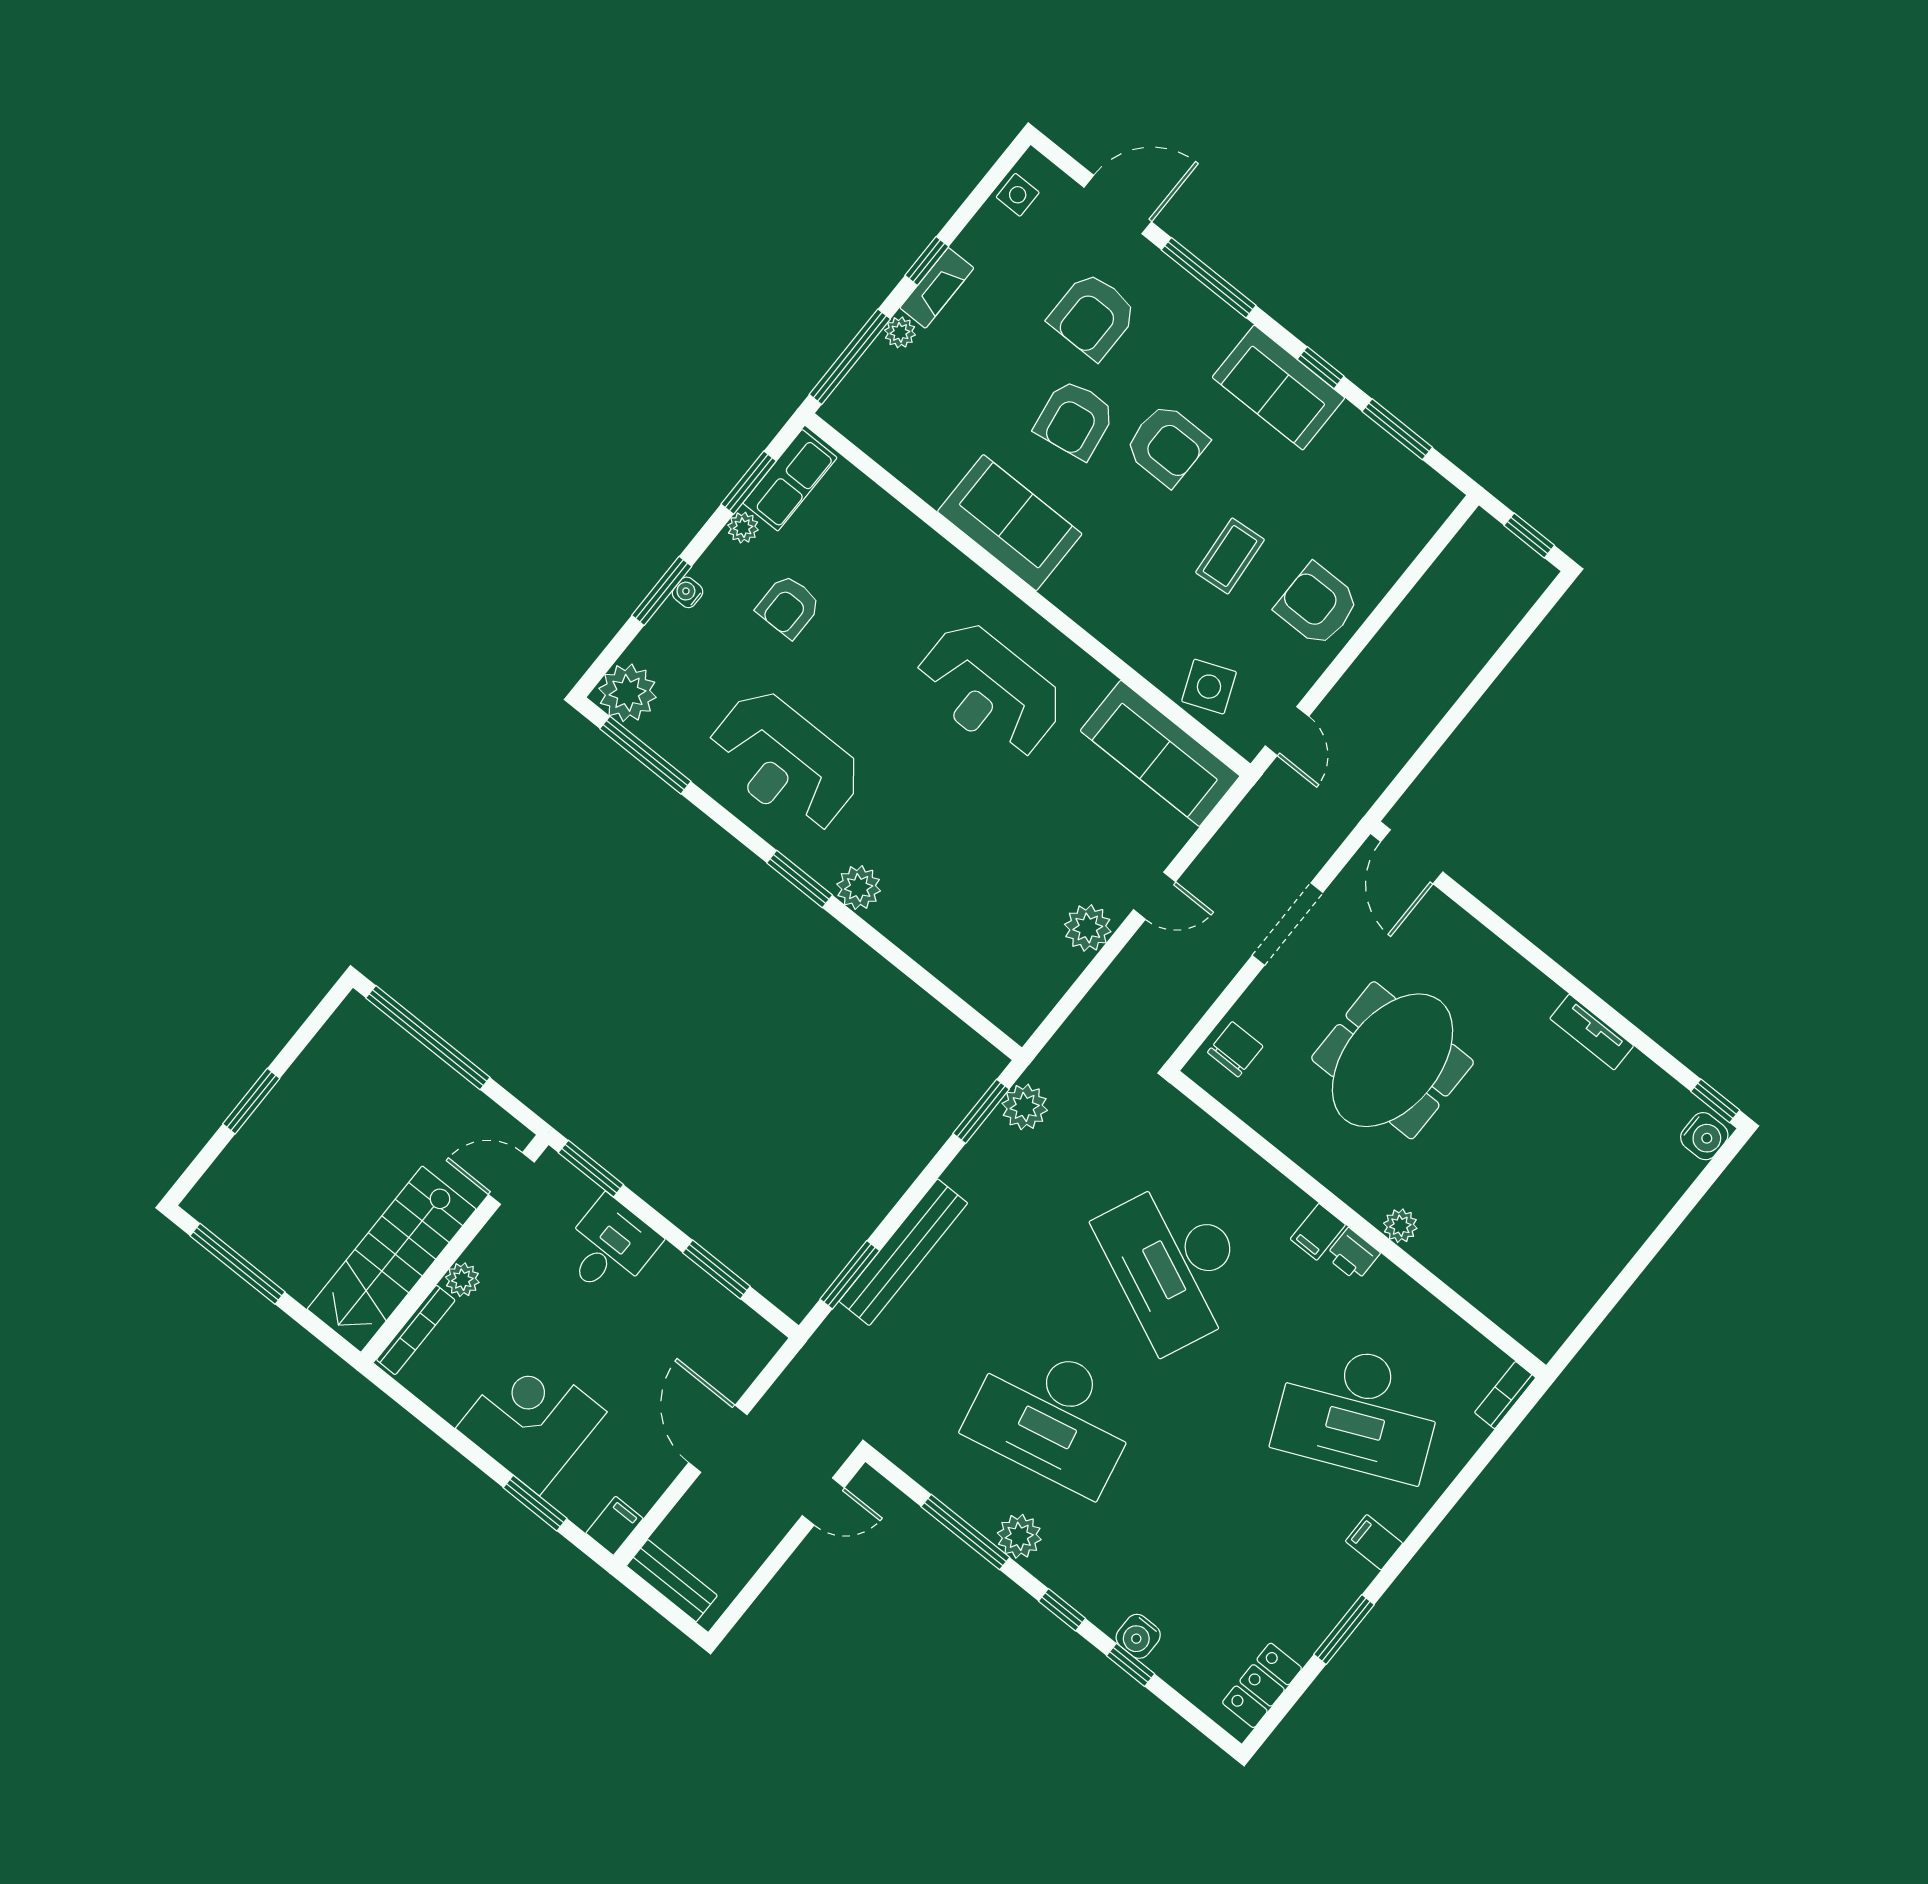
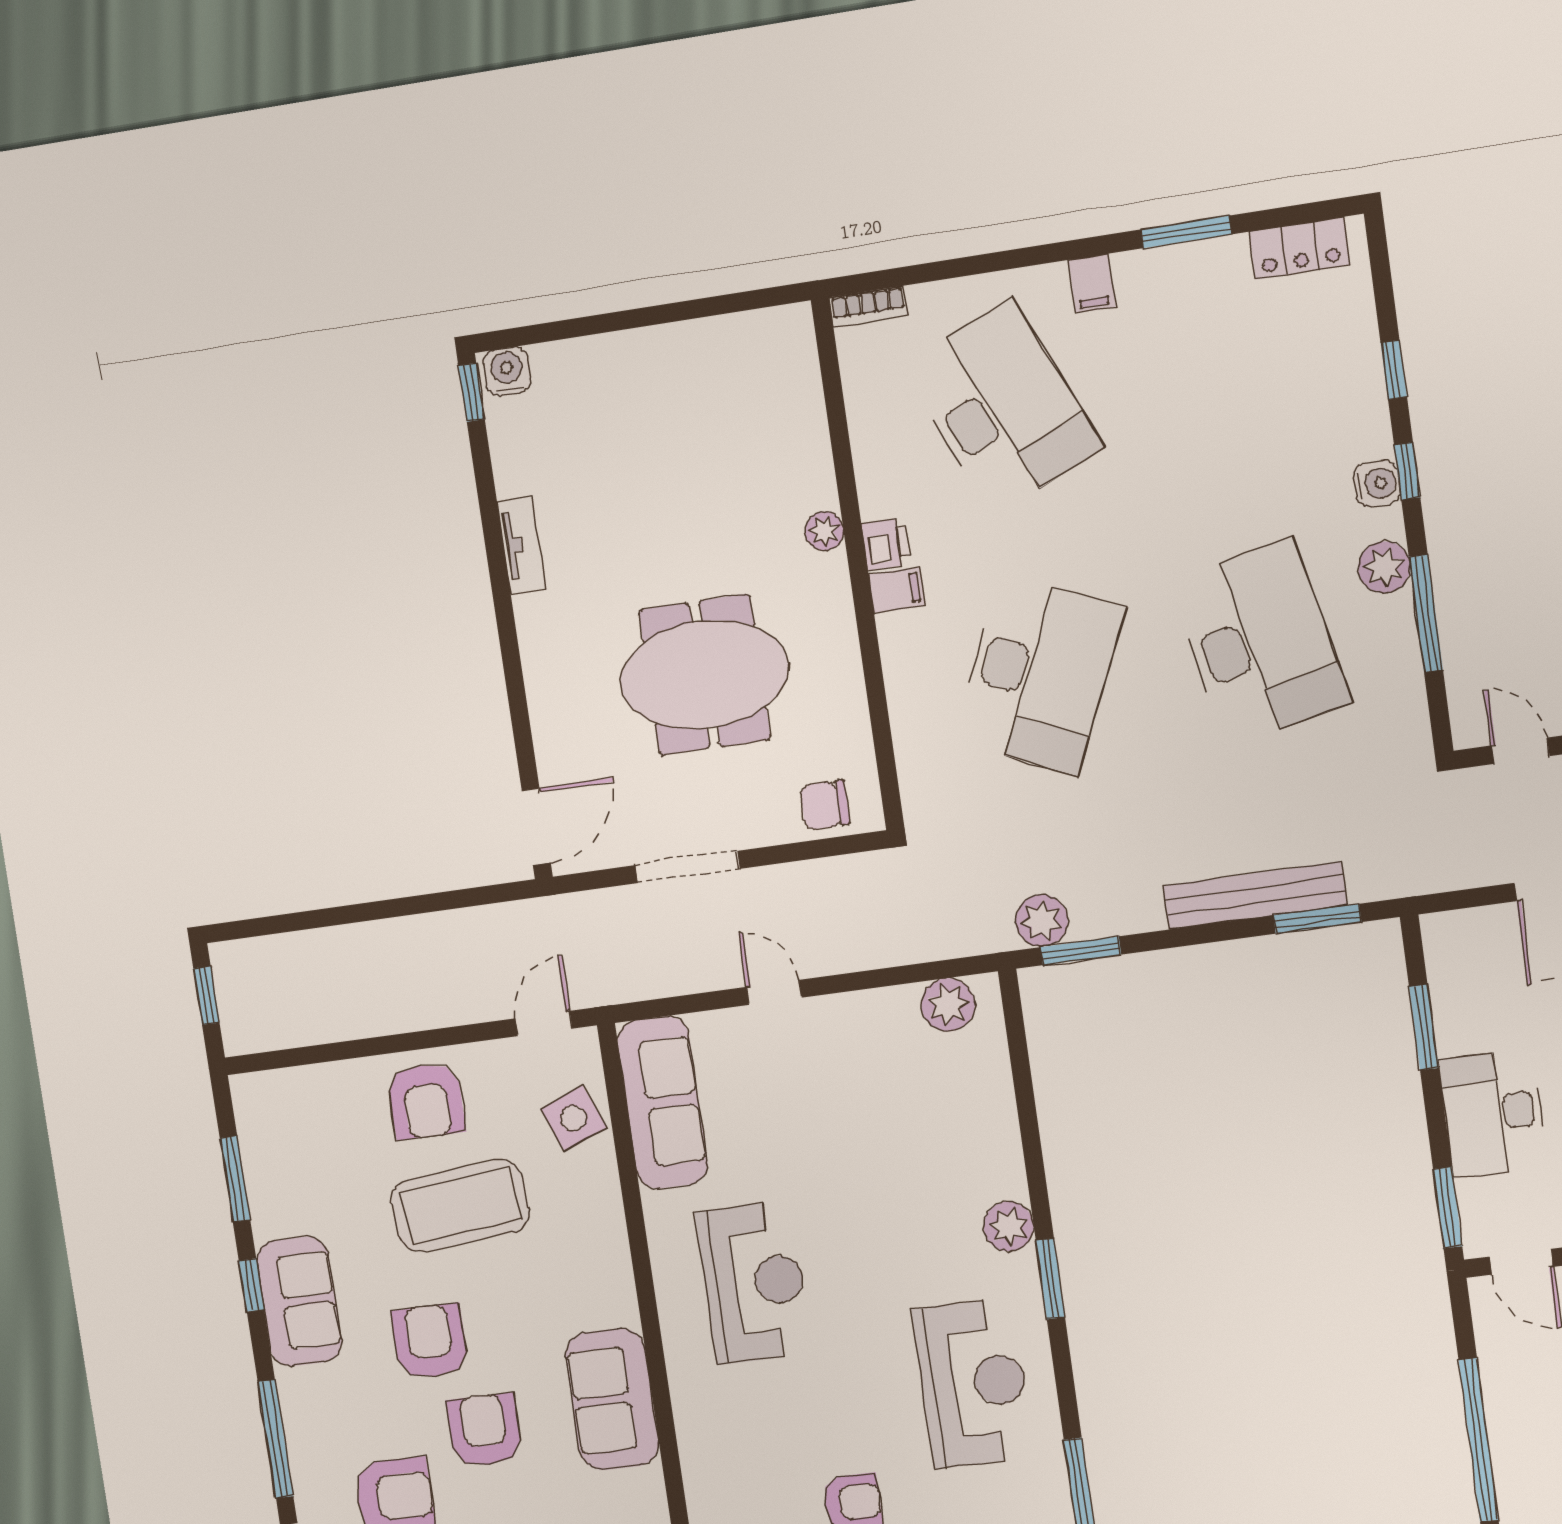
armchair: (1075, 419) -> (484, 1430), turned -81
coffee table: (1230, 556) -> (460, 1206), width x1.86, depth x1.72
plant: (1088, 928) -> (948, 1005), moved
desk: (609, 1247) -> (1493, 1113), width x1.37
water cooler: (1138, 1636) -> (1377, 484), moved

